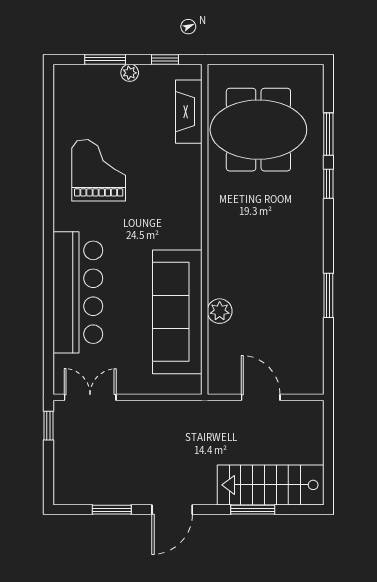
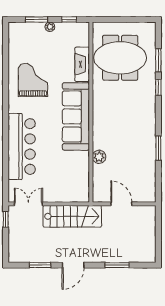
fireplace: (189, 112) -> (82, 64), moved
sofa: (177, 312) -> (76, 116), moved
stairs: (271, 485) -> (72, 216), moved, turned 180

